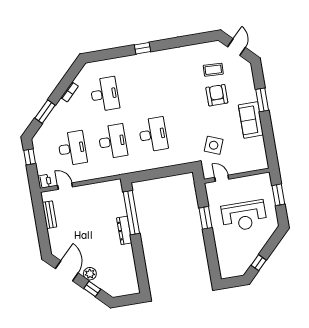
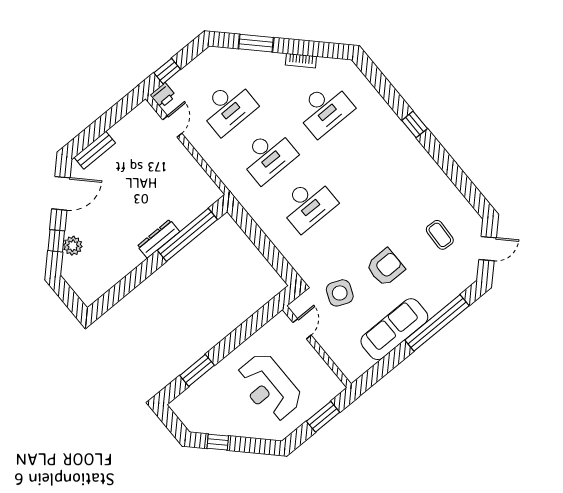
armchair: (217, 95) -> (385, 267), moved
window: (262, 100) -> (437, 323), width x2.11
sofa: (251, 120) -> (394, 329), width x1.36
window: (30, 157) -> (167, 71), moved
bench: (49, 215) -> (95, 150), moved
window: (205, 218) -> (197, 370), moved
plant: (90, 274) -> (73, 246), moved

